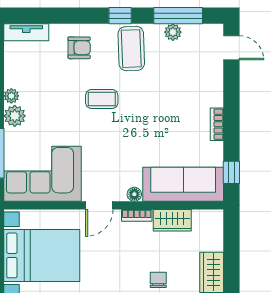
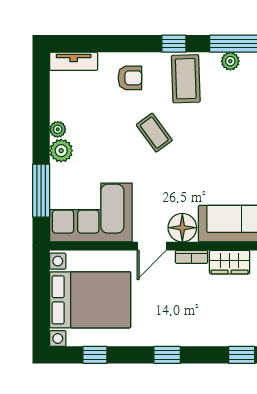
coffee table: (102, 99) -> (154, 133), turned 54
floor lamp: (134, 194) -> (182, 228), width x1.89, depth x1.89
chair: (158, 280) -> (215, 326), removed

